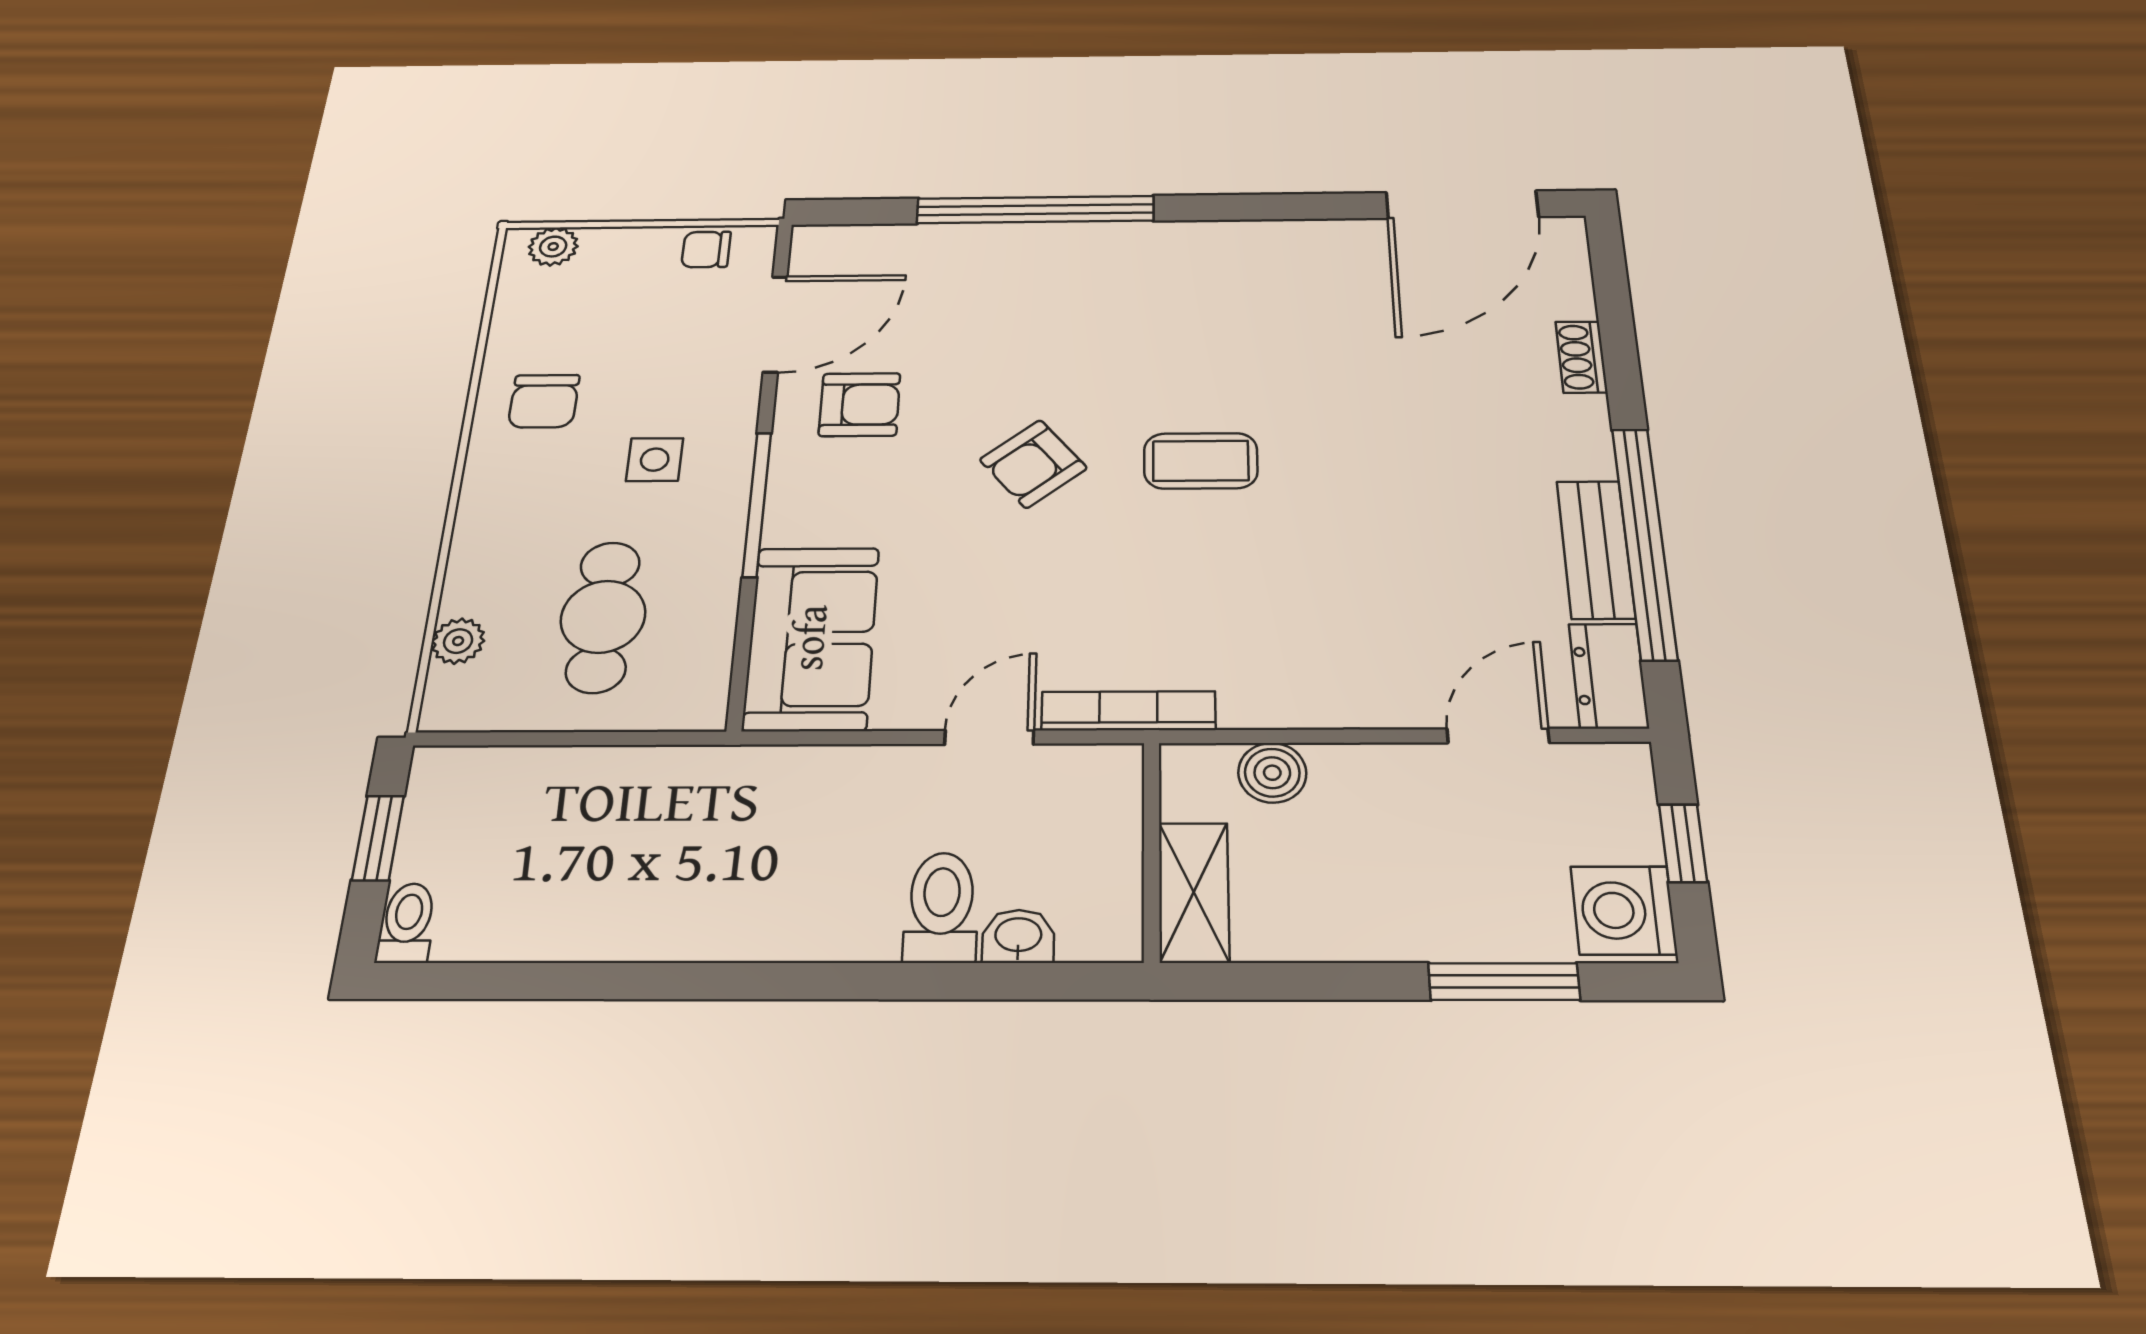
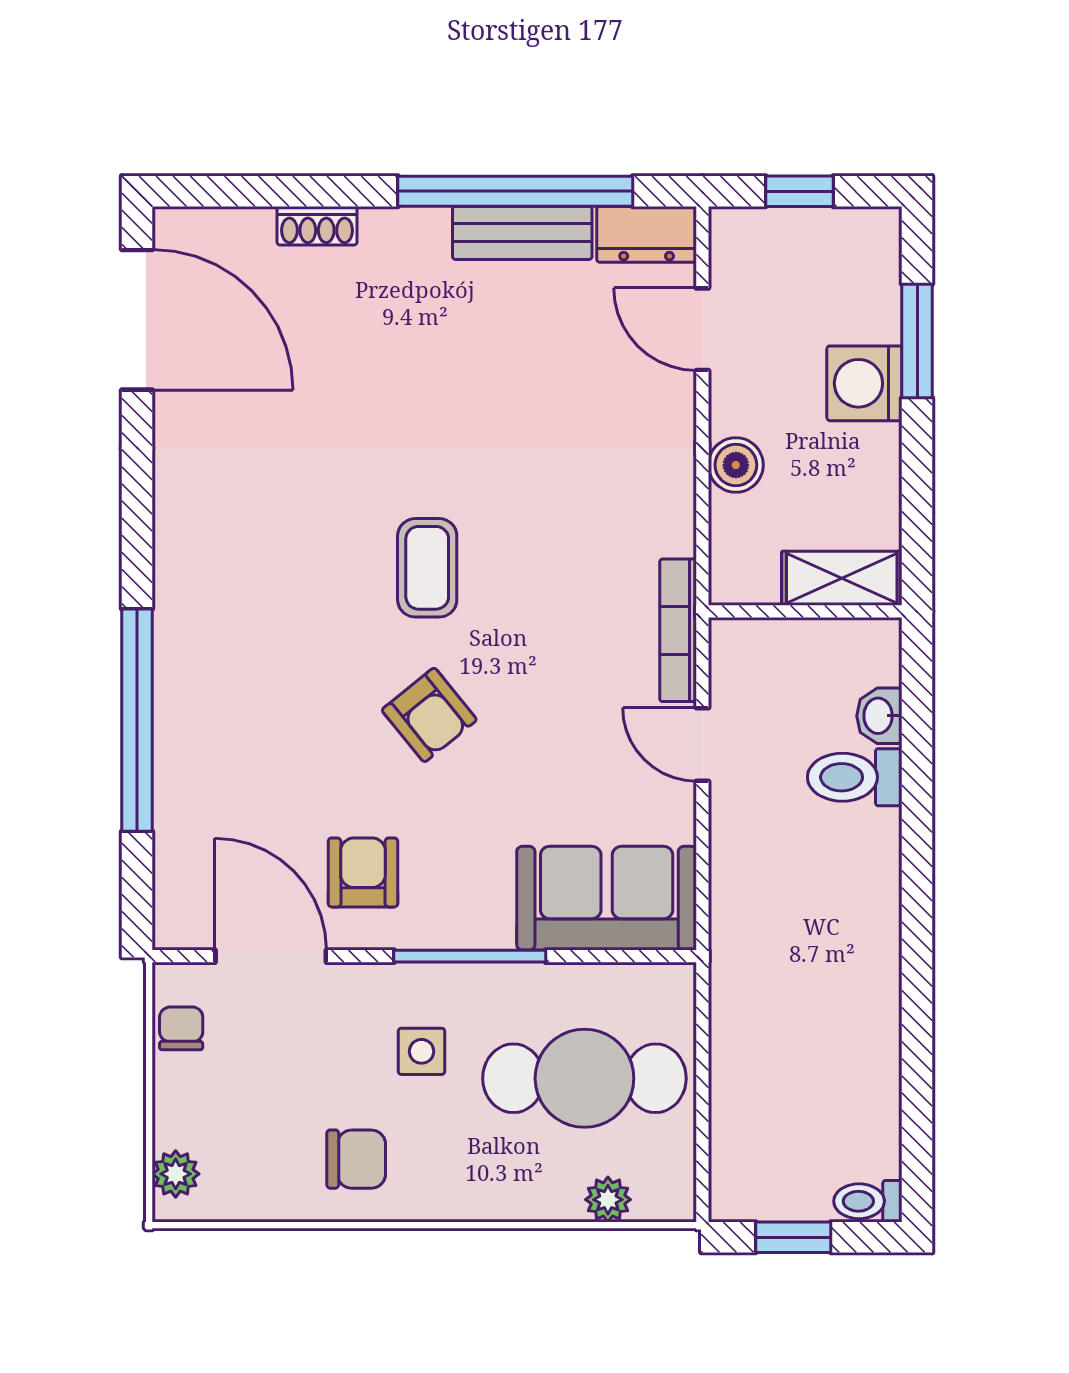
chair: (706, 249) -> (181, 1028), turned 180
cafe table: (603, 617) -> (584, 1078), width x1.37, depth x1.35
boiler: (1272, 773) -> (736, 465), moved
washing machine: (1624, 910) -> (864, 383), moved, turned 90

